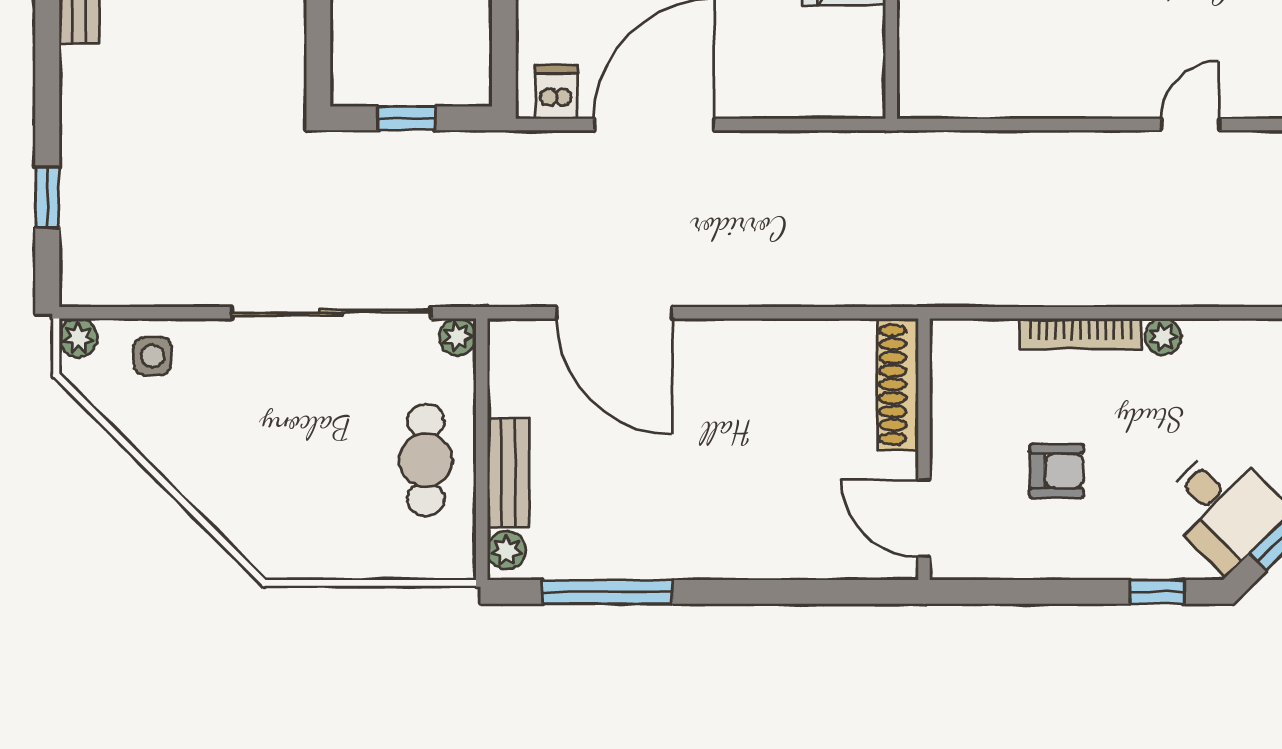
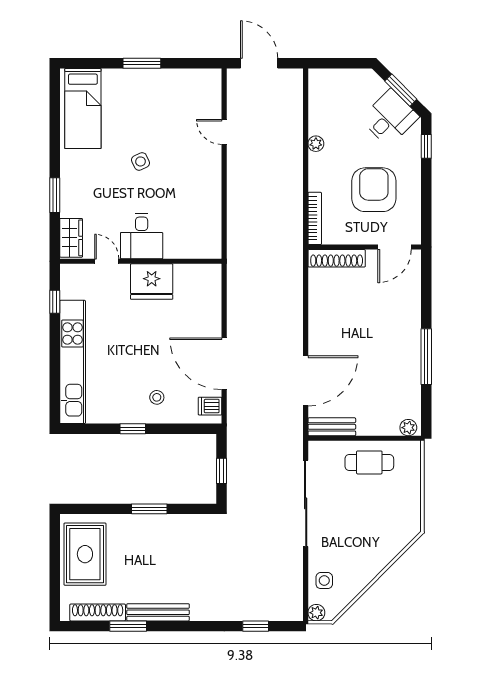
bookcase: (1081, 334) -> (315, 218), moved
plant: (458, 337) -> (316, 449), removed
armchair: (1057, 471) -> (374, 190), width x1.88, depth x1.88
bench: (508, 472) -> (332, 427), moved
window: (607, 592) -> (426, 357), moved

